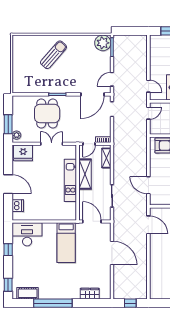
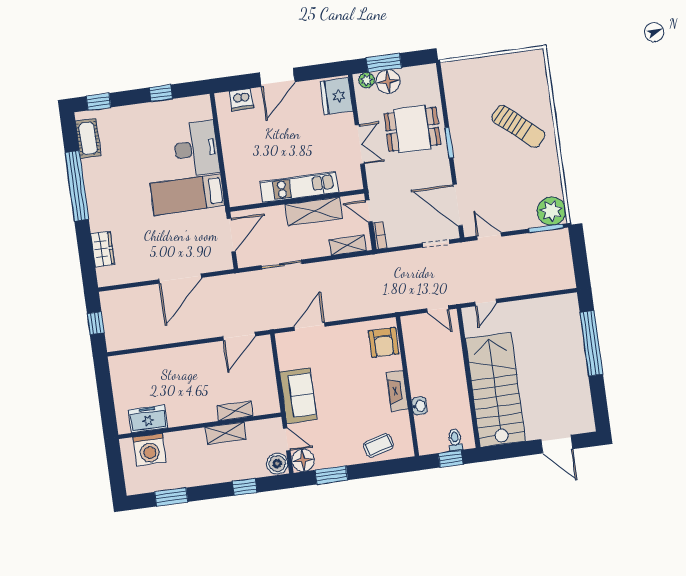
floor lamp: (19, 123) -> (388, 81), added
desk: (27, 234) -> (196, 149), moved

